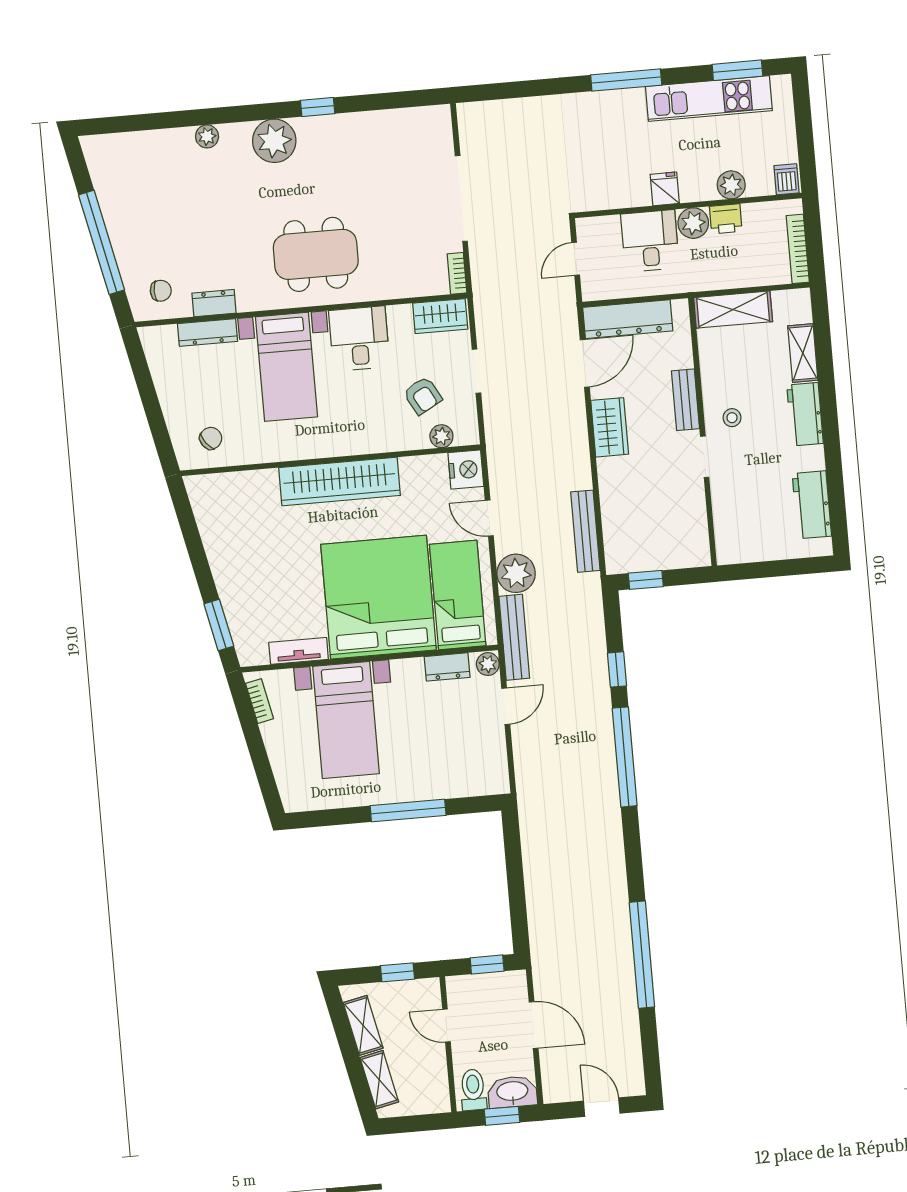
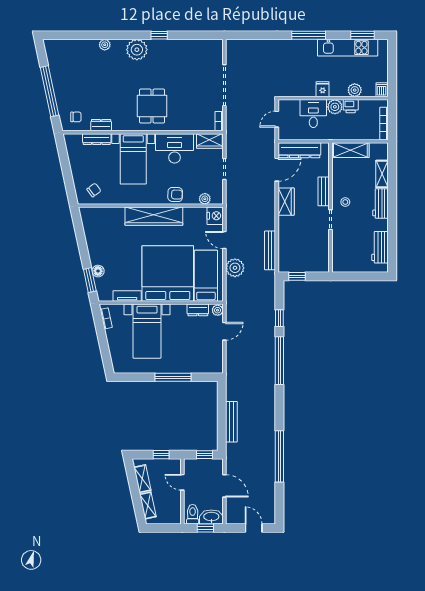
dining table: (316, 254) -> (152, 106), width x0.73
desk: (359, 339) -> (175, 148), width x1.37
armchair: (423, 396) -> (175, 195), moved, turned -59
floor lamp: (234, 605) -> (98, 271), added
bench: (514, 637) -> (231, 422), moved

